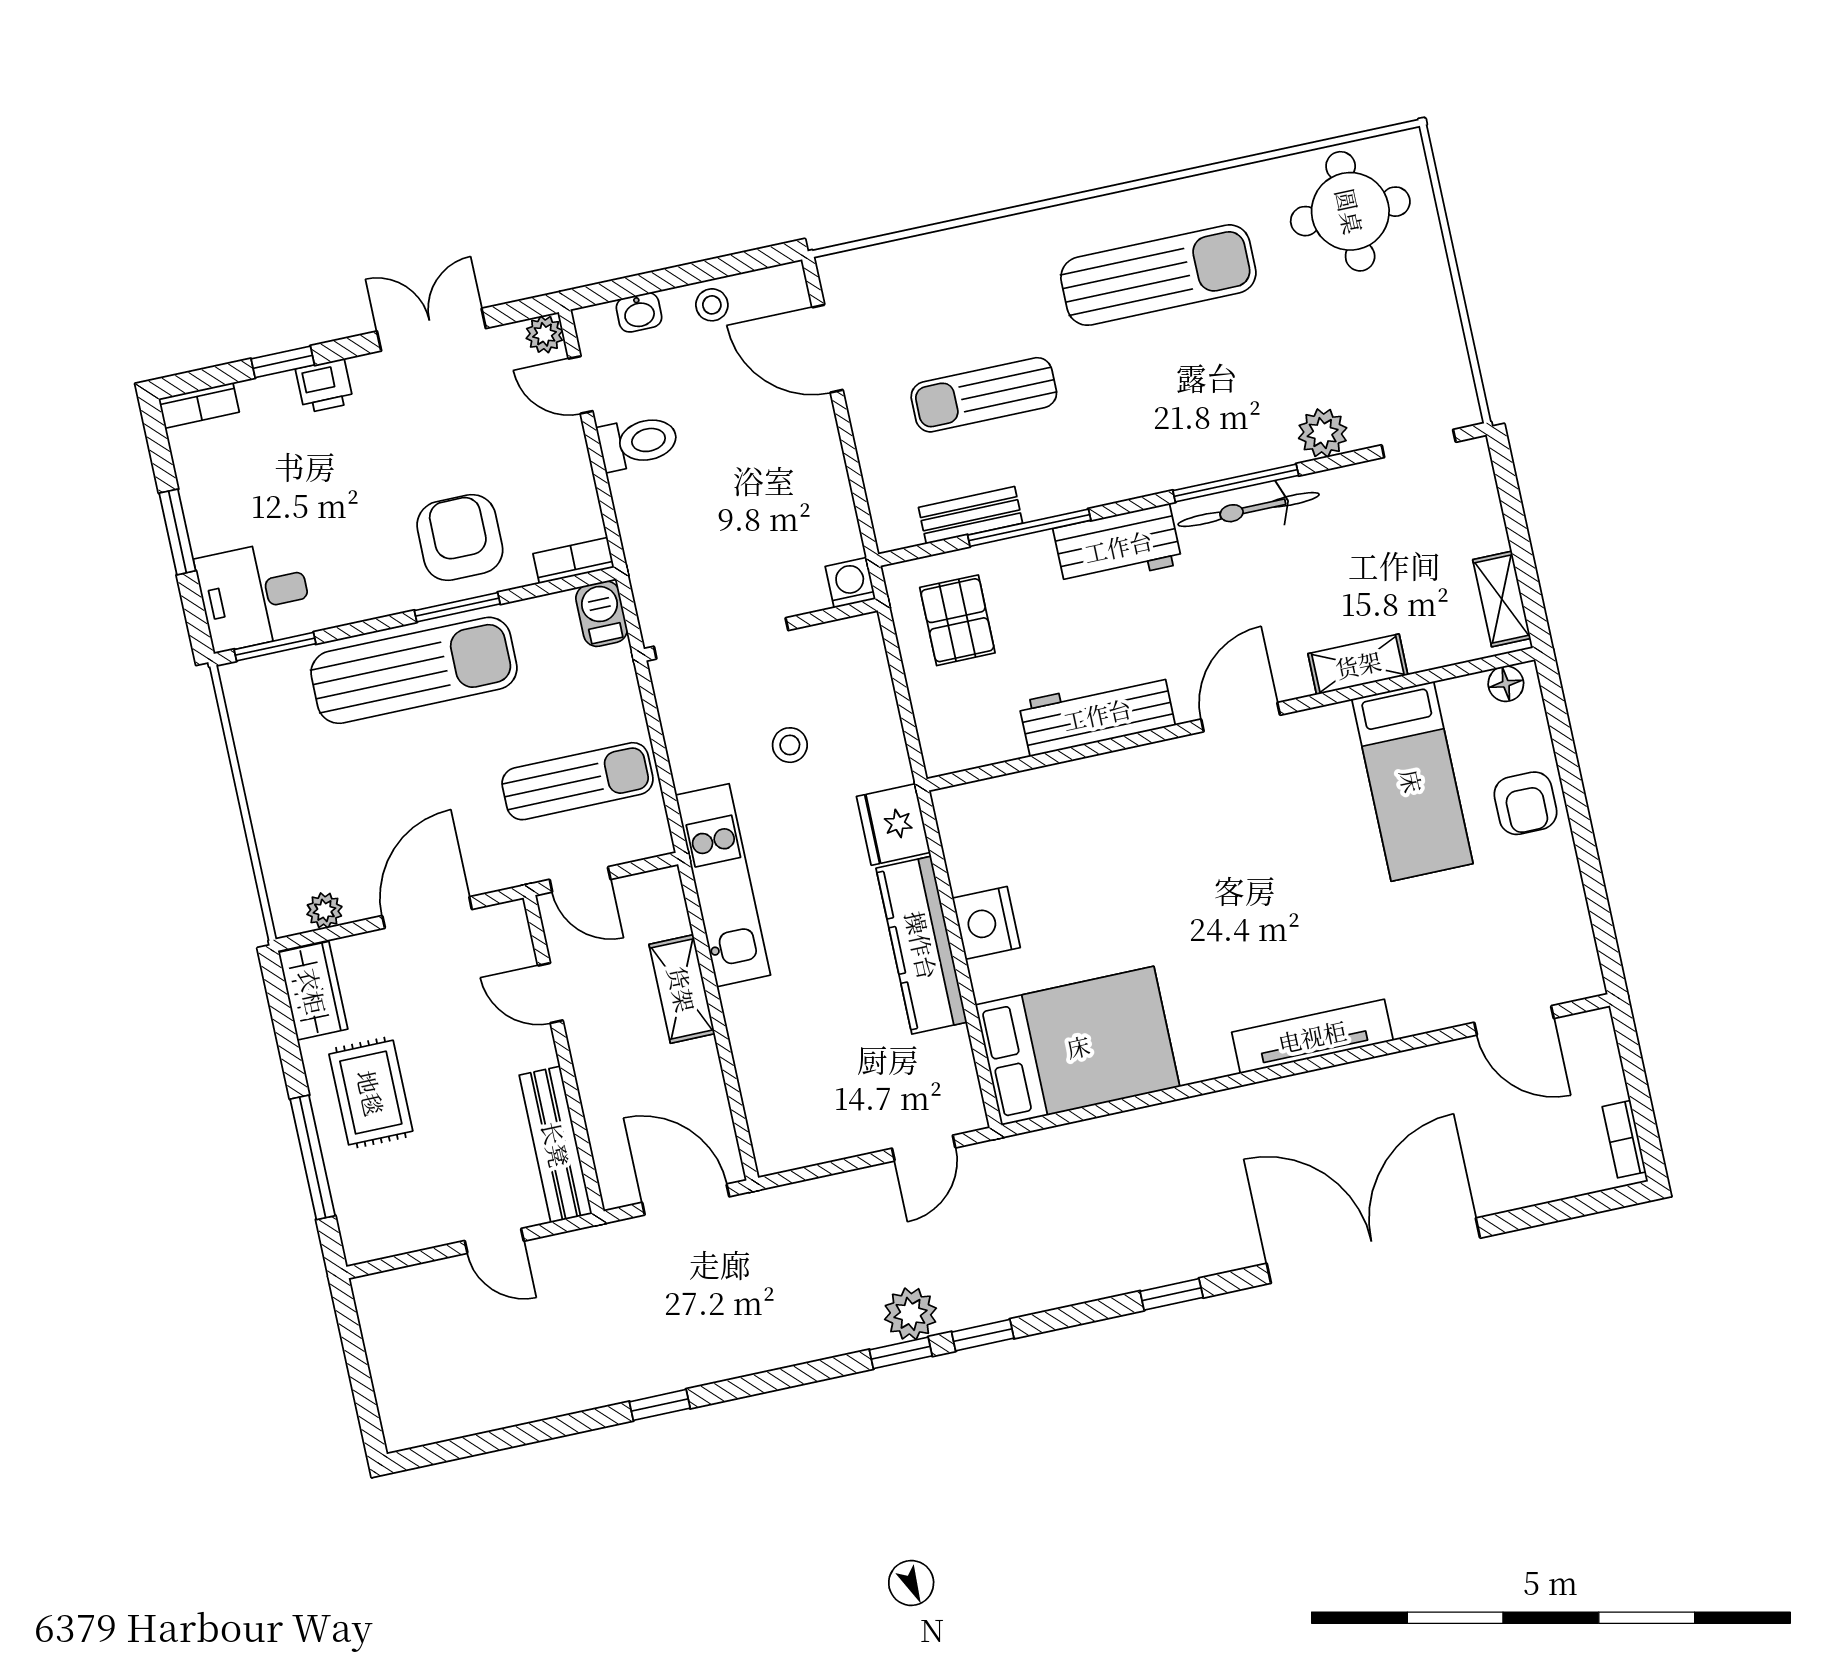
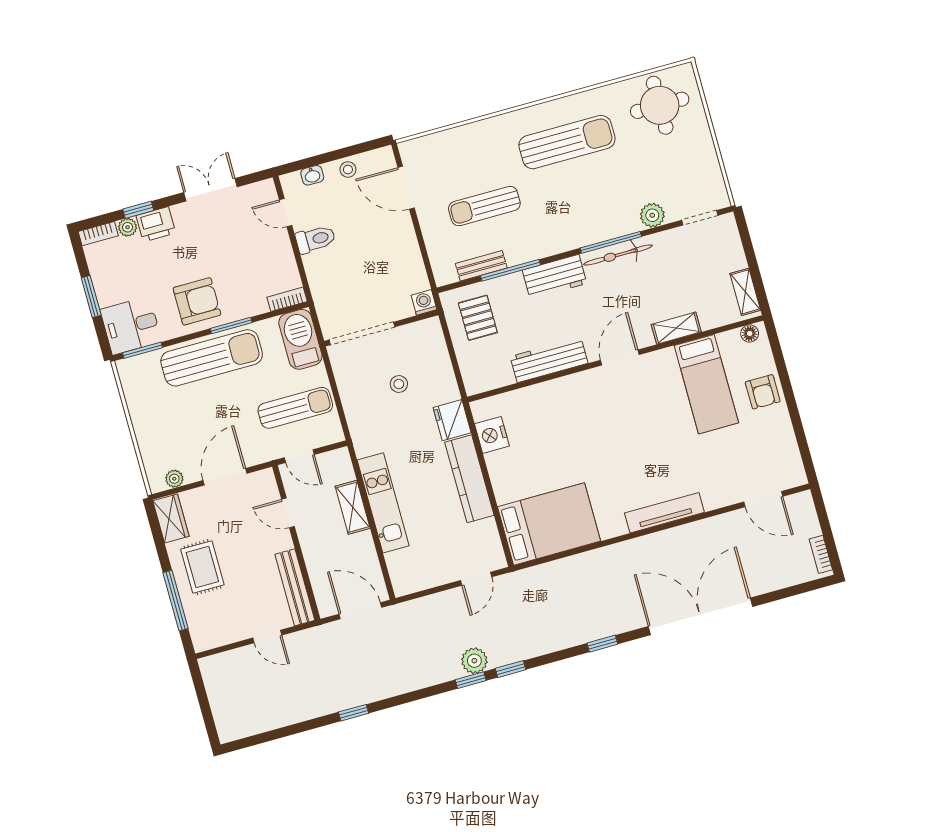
plant: (544, 334) -> (128, 227), moved
printer: (324, 386) -> (156, 224), width x1.36, depth x1.24
armchair: (460, 537) -> (197, 301), moved, turned 90
barbecue: (602, 614) -> (300, 339), width x1.88, depth x1.53
kitchen unit: (723, 885) -> (383, 503), moved
nightstand: (986, 923) -> (492, 435), moved

